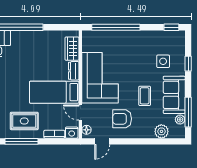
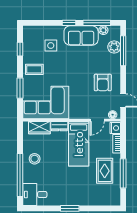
window: (116, 27) -> (20, 88), width x0.47
window: (171, 27) -> (20, 49), moved
stool: (38, 43) -> (35, 159), added
window: (188, 64) -> (69, 23), moved
corner sofa: (100, 78) -> (46, 102), moved
coffee table: (145, 96) -> (34, 69), moved
window: (157, 141) -> (123, 51), added

